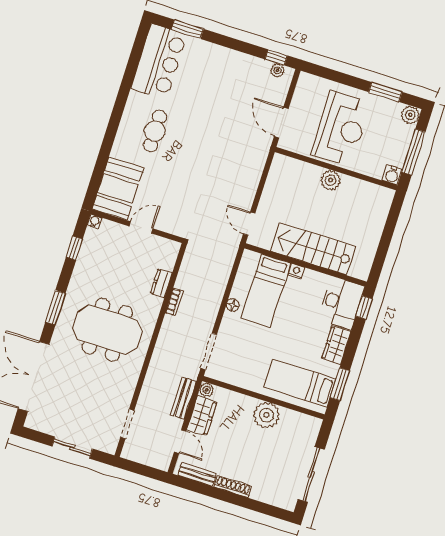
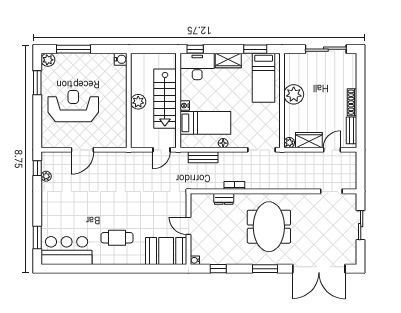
plant: (277, 70) -> (46, 176), moved
wall: (336, 169) -> (129, 100), moved
water cooler: (392, 175) -> (121, 59), moved
plant: (331, 180) -> (138, 102), moved
bench: (183, 398) -> (203, 157), moved

